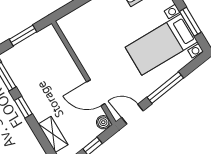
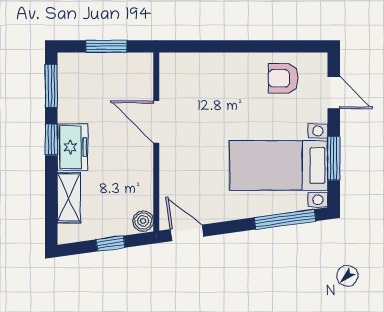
window: (165, 88) -> (285, 219), moved
door: (96, 93) -> (156, 122), moved
freezer: (38, 104) -> (72, 147), added

